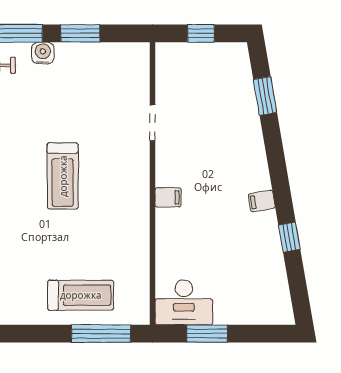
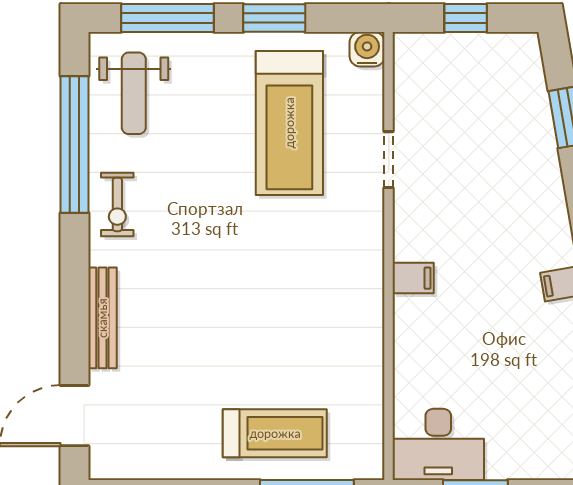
water cooler: (43, 53) -> (367, 49), moved
treadmill: (63, 176) -> (289, 123), moved, width x1.37, depth x1.38

